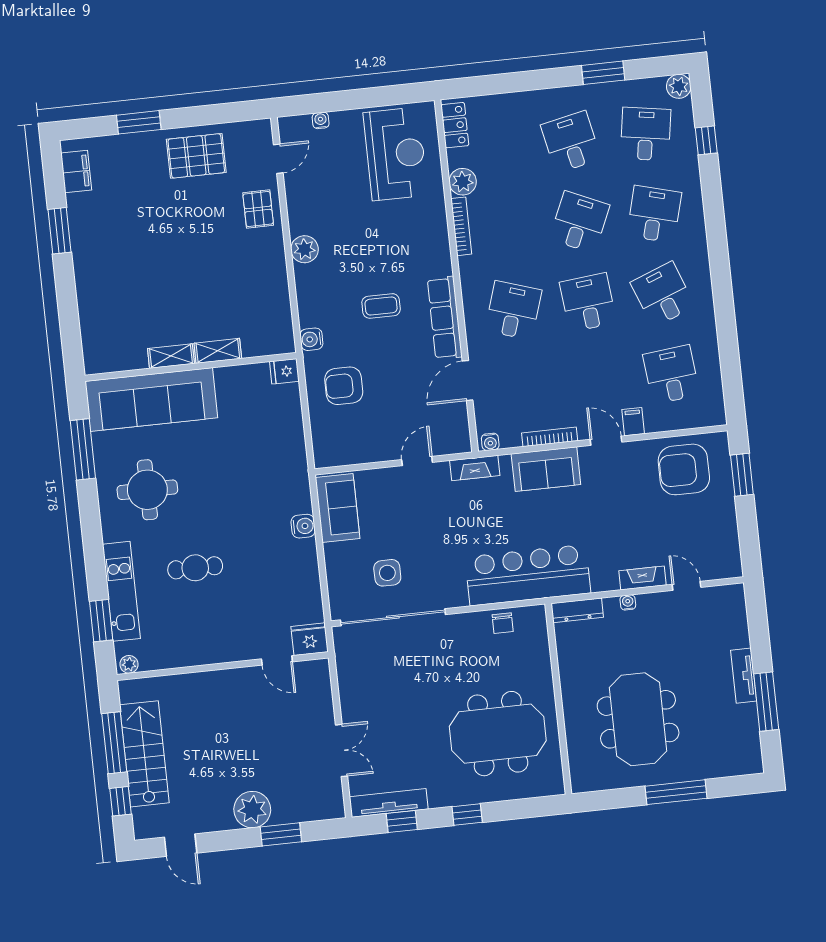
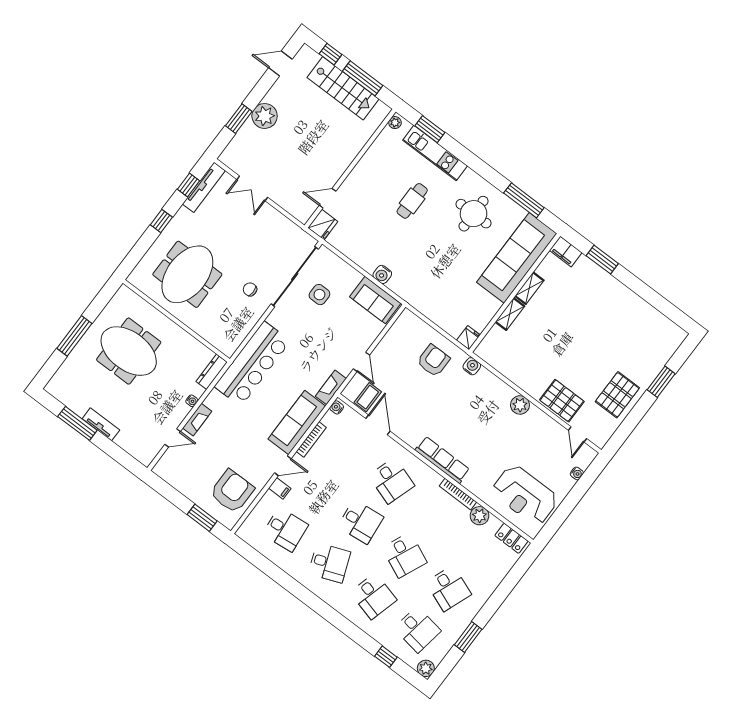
desk: (571, 142) -> (449, 588), turned 33
filing cabinet: (76, 171) -> (566, 251), moved
pallet: (258, 209) -> (562, 401), width x1.50, depth x1.42
window: (60, 231) -> (602, 260), moved
coffee table: (381, 306) -> (368, 397), moved
row of seats: (445, 318) -> (442, 460), moved
sofa: (546, 469) -> (297, 422), width x1.36
chair: (503, 623) -> (250, 289), moved

